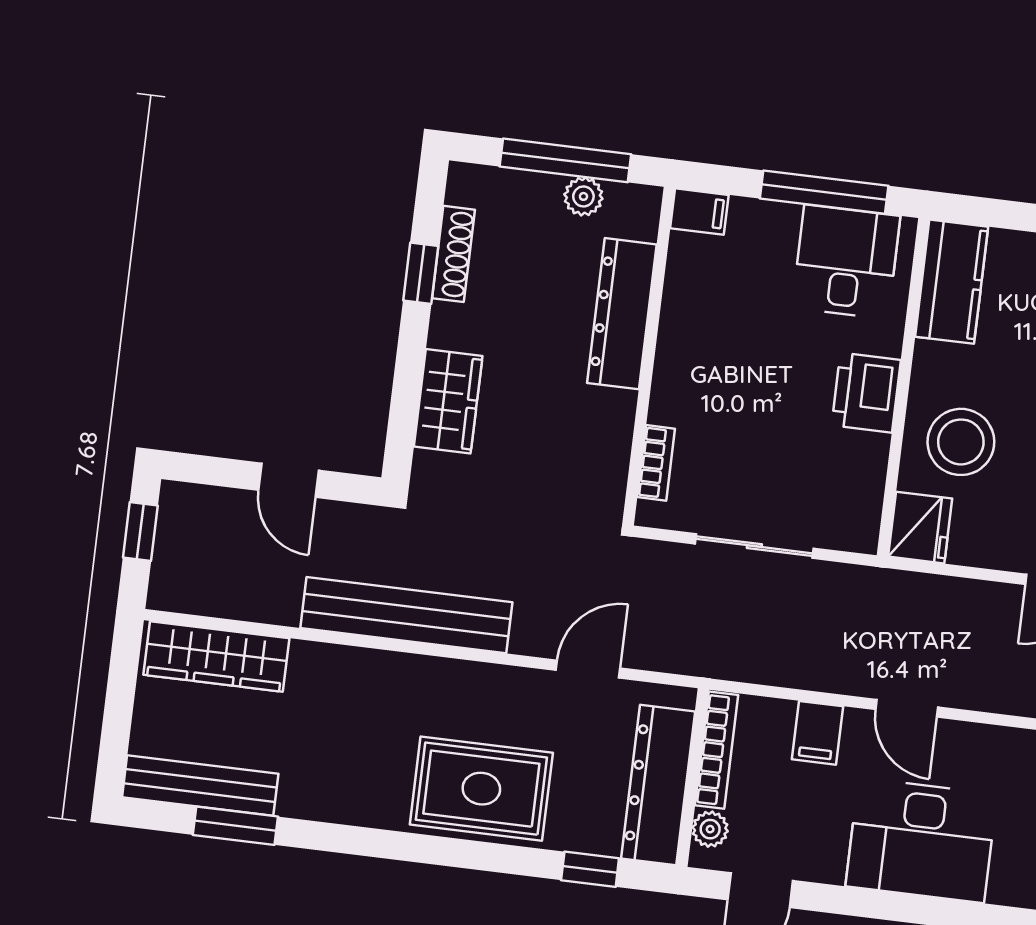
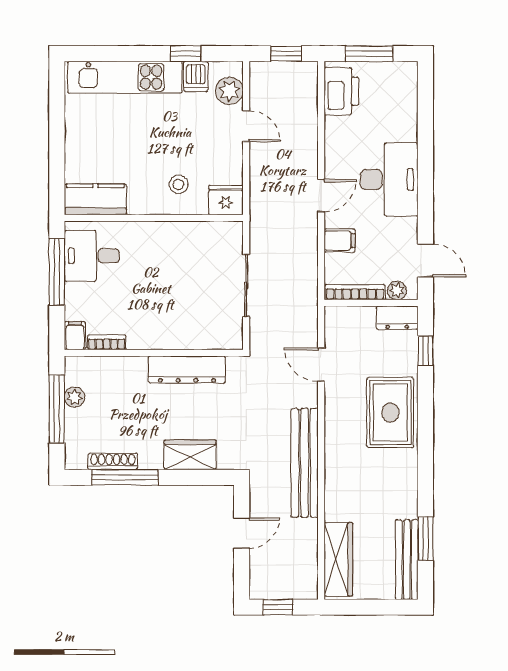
window: (421, 273) -> (125, 477), width x2.17
dresser: (622, 314) -> (187, 370), moved
printer: (866, 393) -> (159, 237), removed
stool: (961, 442) -> (178, 184), width x0.53, depth x0.53
bookcase: (656, 463) -> (107, 342), moved
dresser: (658, 785) -> (397, 318), width x0.51, depth x0.80

